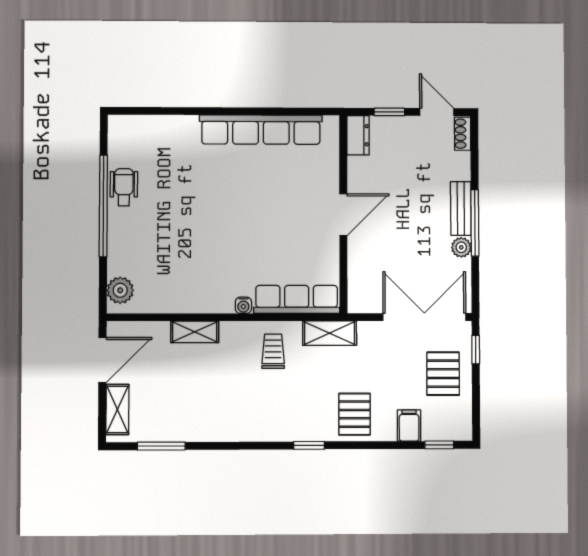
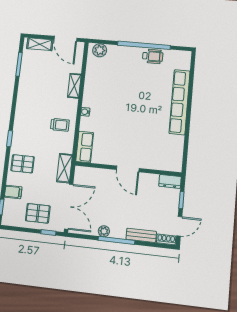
row of seats: (261, 130) -> (180, 102), moved
bench: (461, 208) -> (141, 235), moved
row of seats: (297, 299) -> (85, 147), width x0.68
shelving: (330, 333) -> (64, 168), moved

